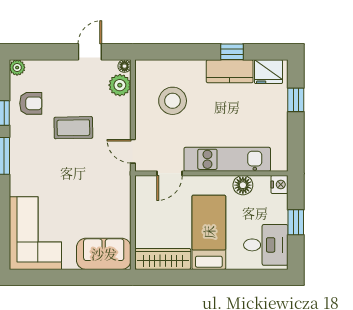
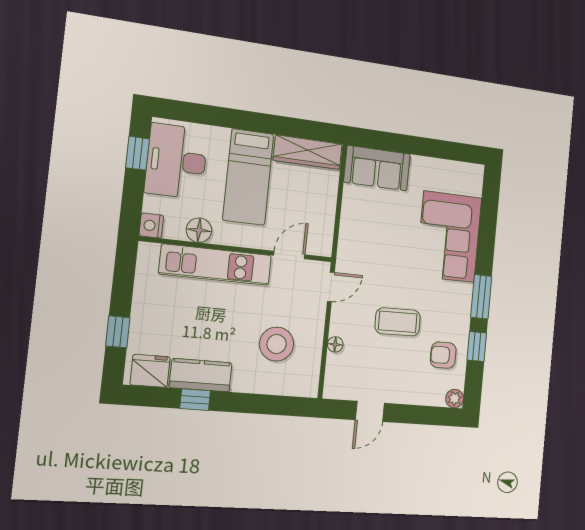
floor lamp: (124, 66) -> (335, 344), moved
plant: (120, 85) -> (338, 368), removed
door: (133, 151) -> (331, 287), hinge flipped
window: (296, 222) -> (137, 153), moved
corner sofa: (35, 233) -> (449, 237), moved
desk: (266, 245) -> (176, 161), width x1.37

